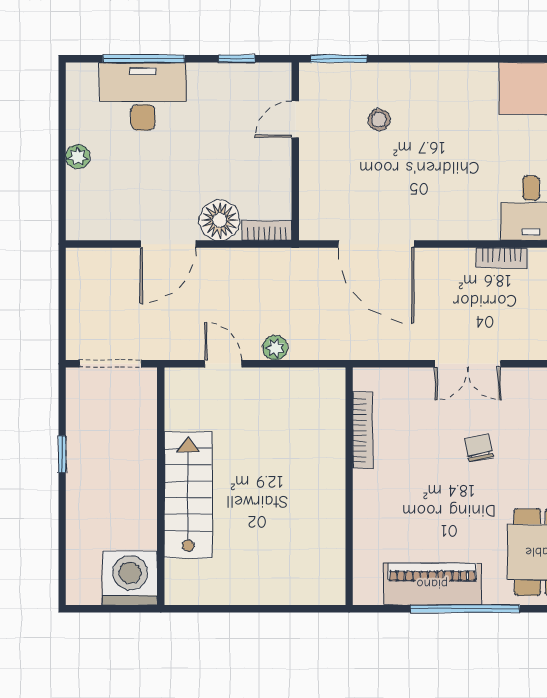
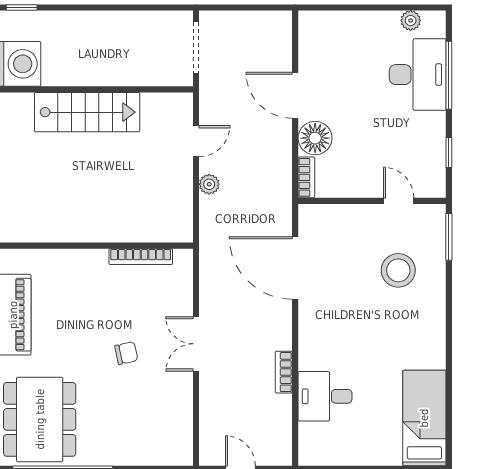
stool: (379, 120) -> (398, 270), width x1.89, depth x1.89
plant: (78, 157) -> (411, 20), moved
door: (376, 244) -> (295, 268), hinge flipped
window: (62, 454) -> (22, 7), moved

